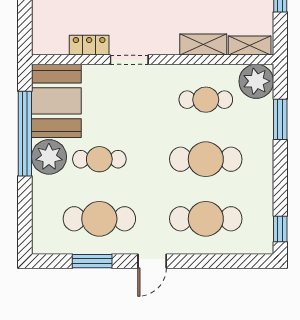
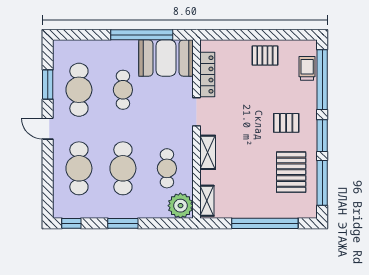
locker: (89, 45) -> (207, 74), width x1.53
shelving: (203, 45) -> (208, 152), moved
window: (280, 119) -> (123, 223), moved
plant: (49, 157) -> (125, 53), removed

